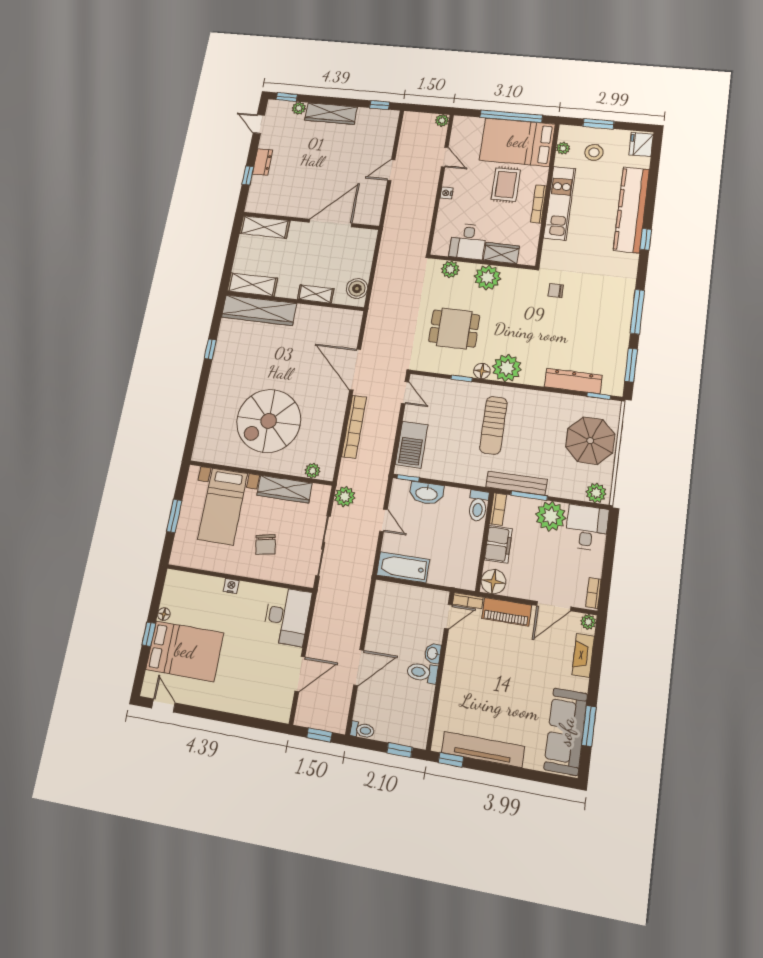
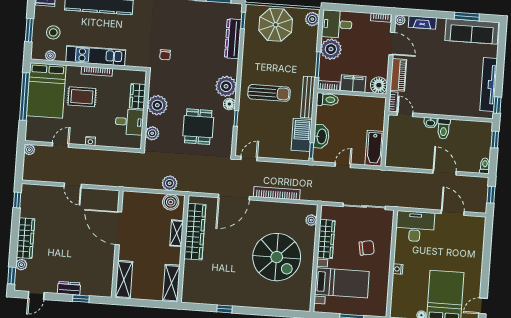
wardrobe: (259, 310) -> (195, 232), moved
barbecue: (412, 445) -> (302, 135), moved, turned -90
bench: (516, 483) -> (308, 97), moved
plant: (345, 497) -> (170, 183), moved

